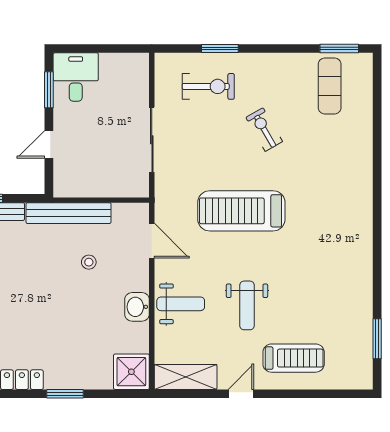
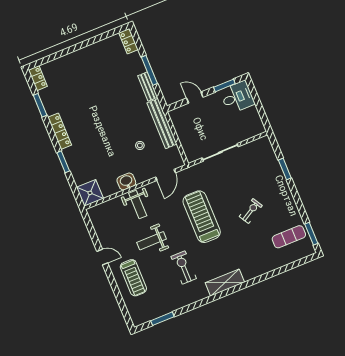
exercise bike: (208, 86) -> (184, 267), moved, turned 180
shelving: (186, 377) -> (225, 283), moved, turned 90

